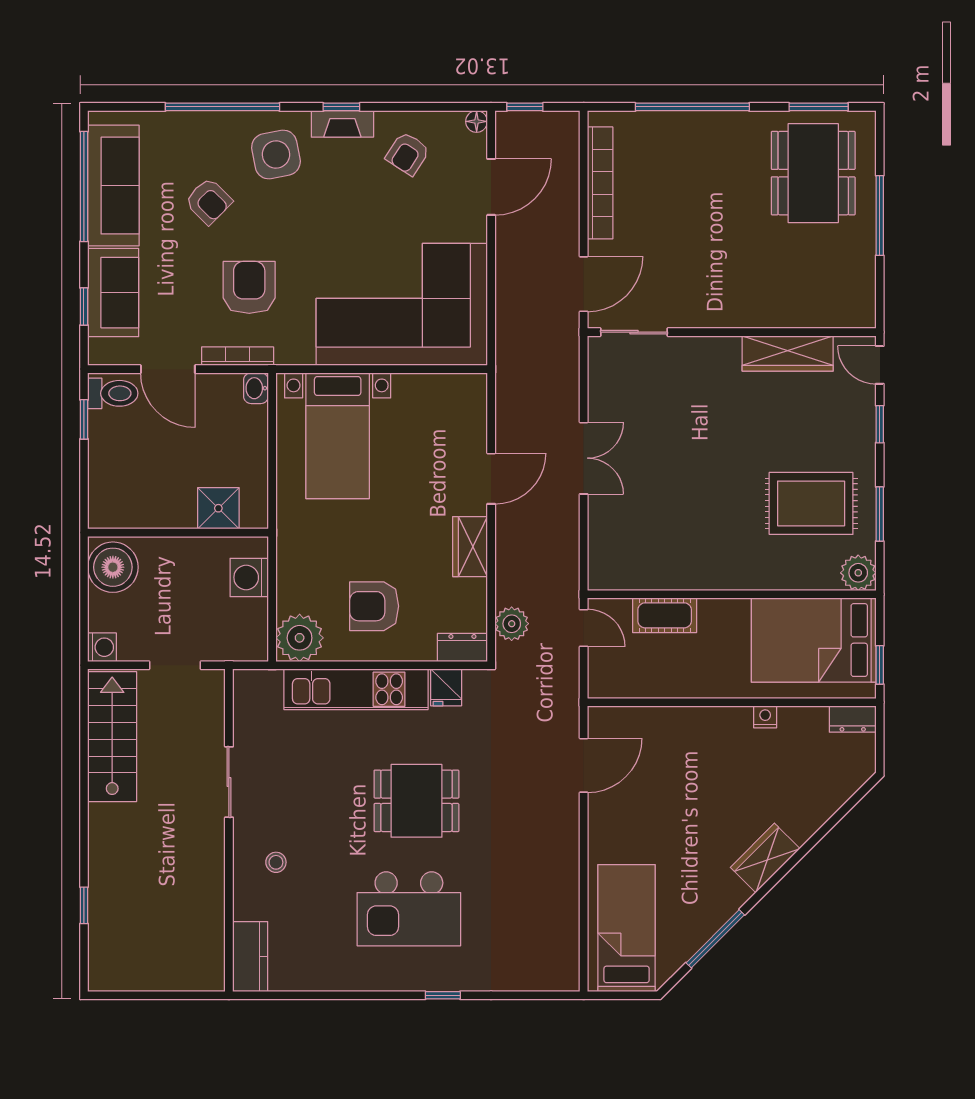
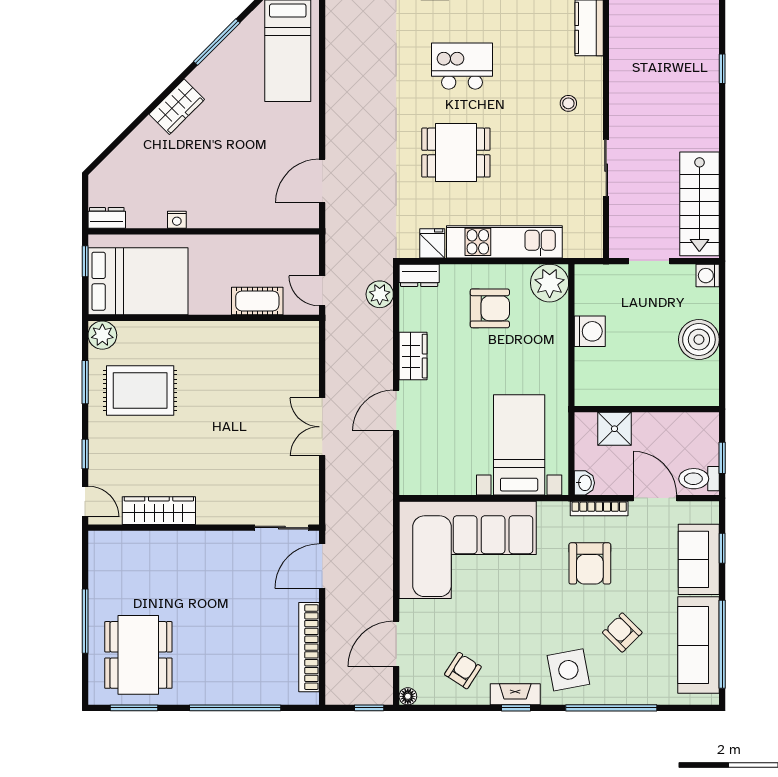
shower: (218, 508) -> (614, 429), moved
wall: (178, 533) -> (647, 409), moved
kitchen island: (409, 909) -> (462, 66), width x0.73, depth x0.78

